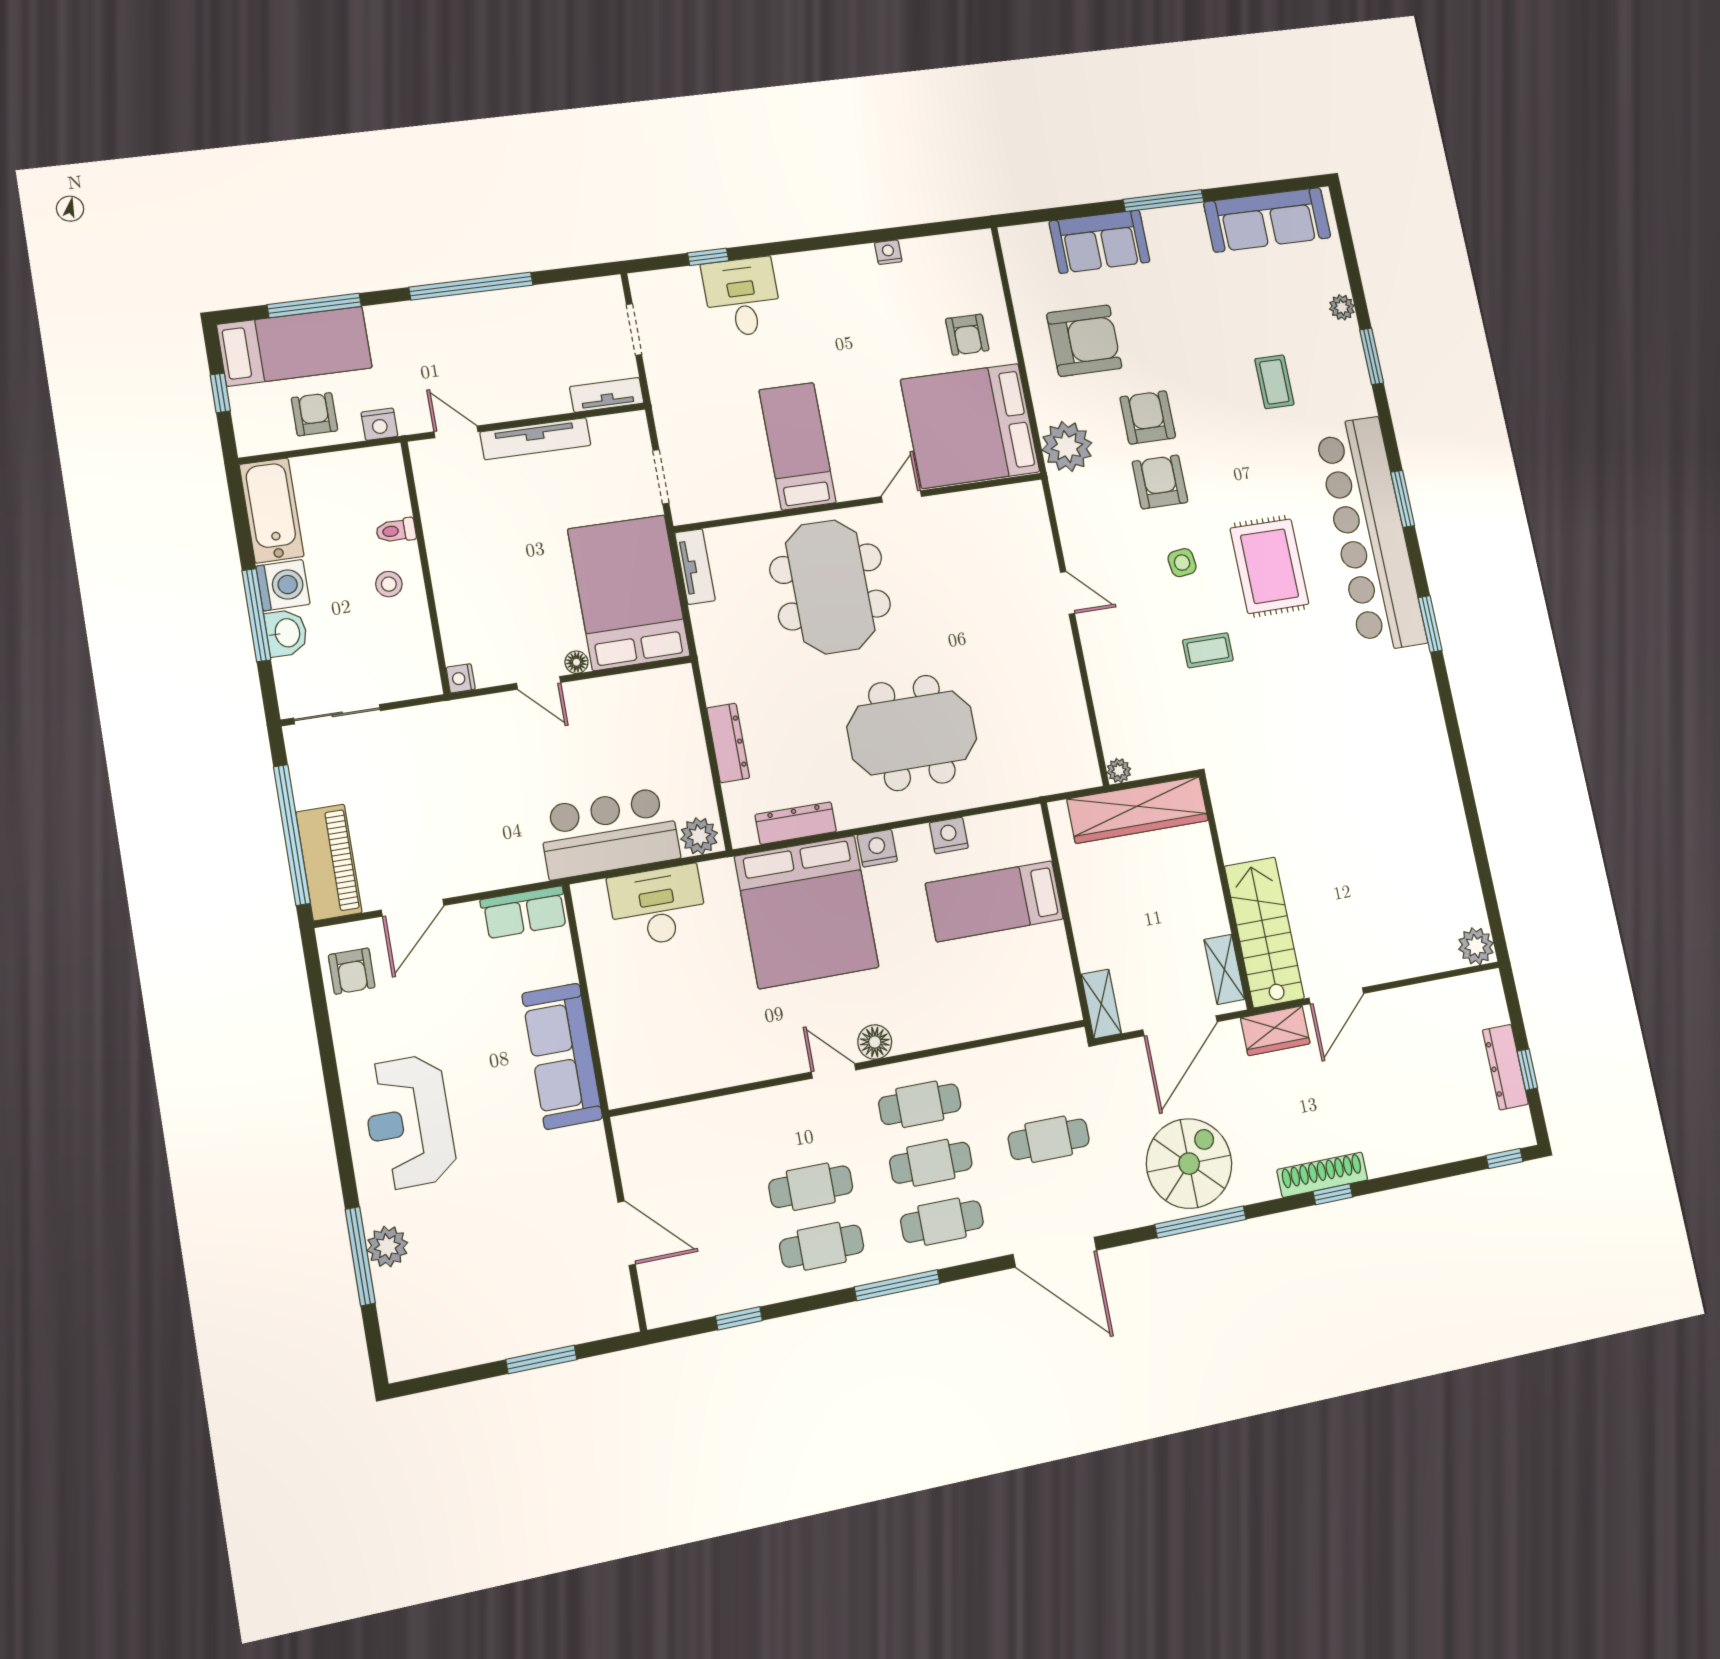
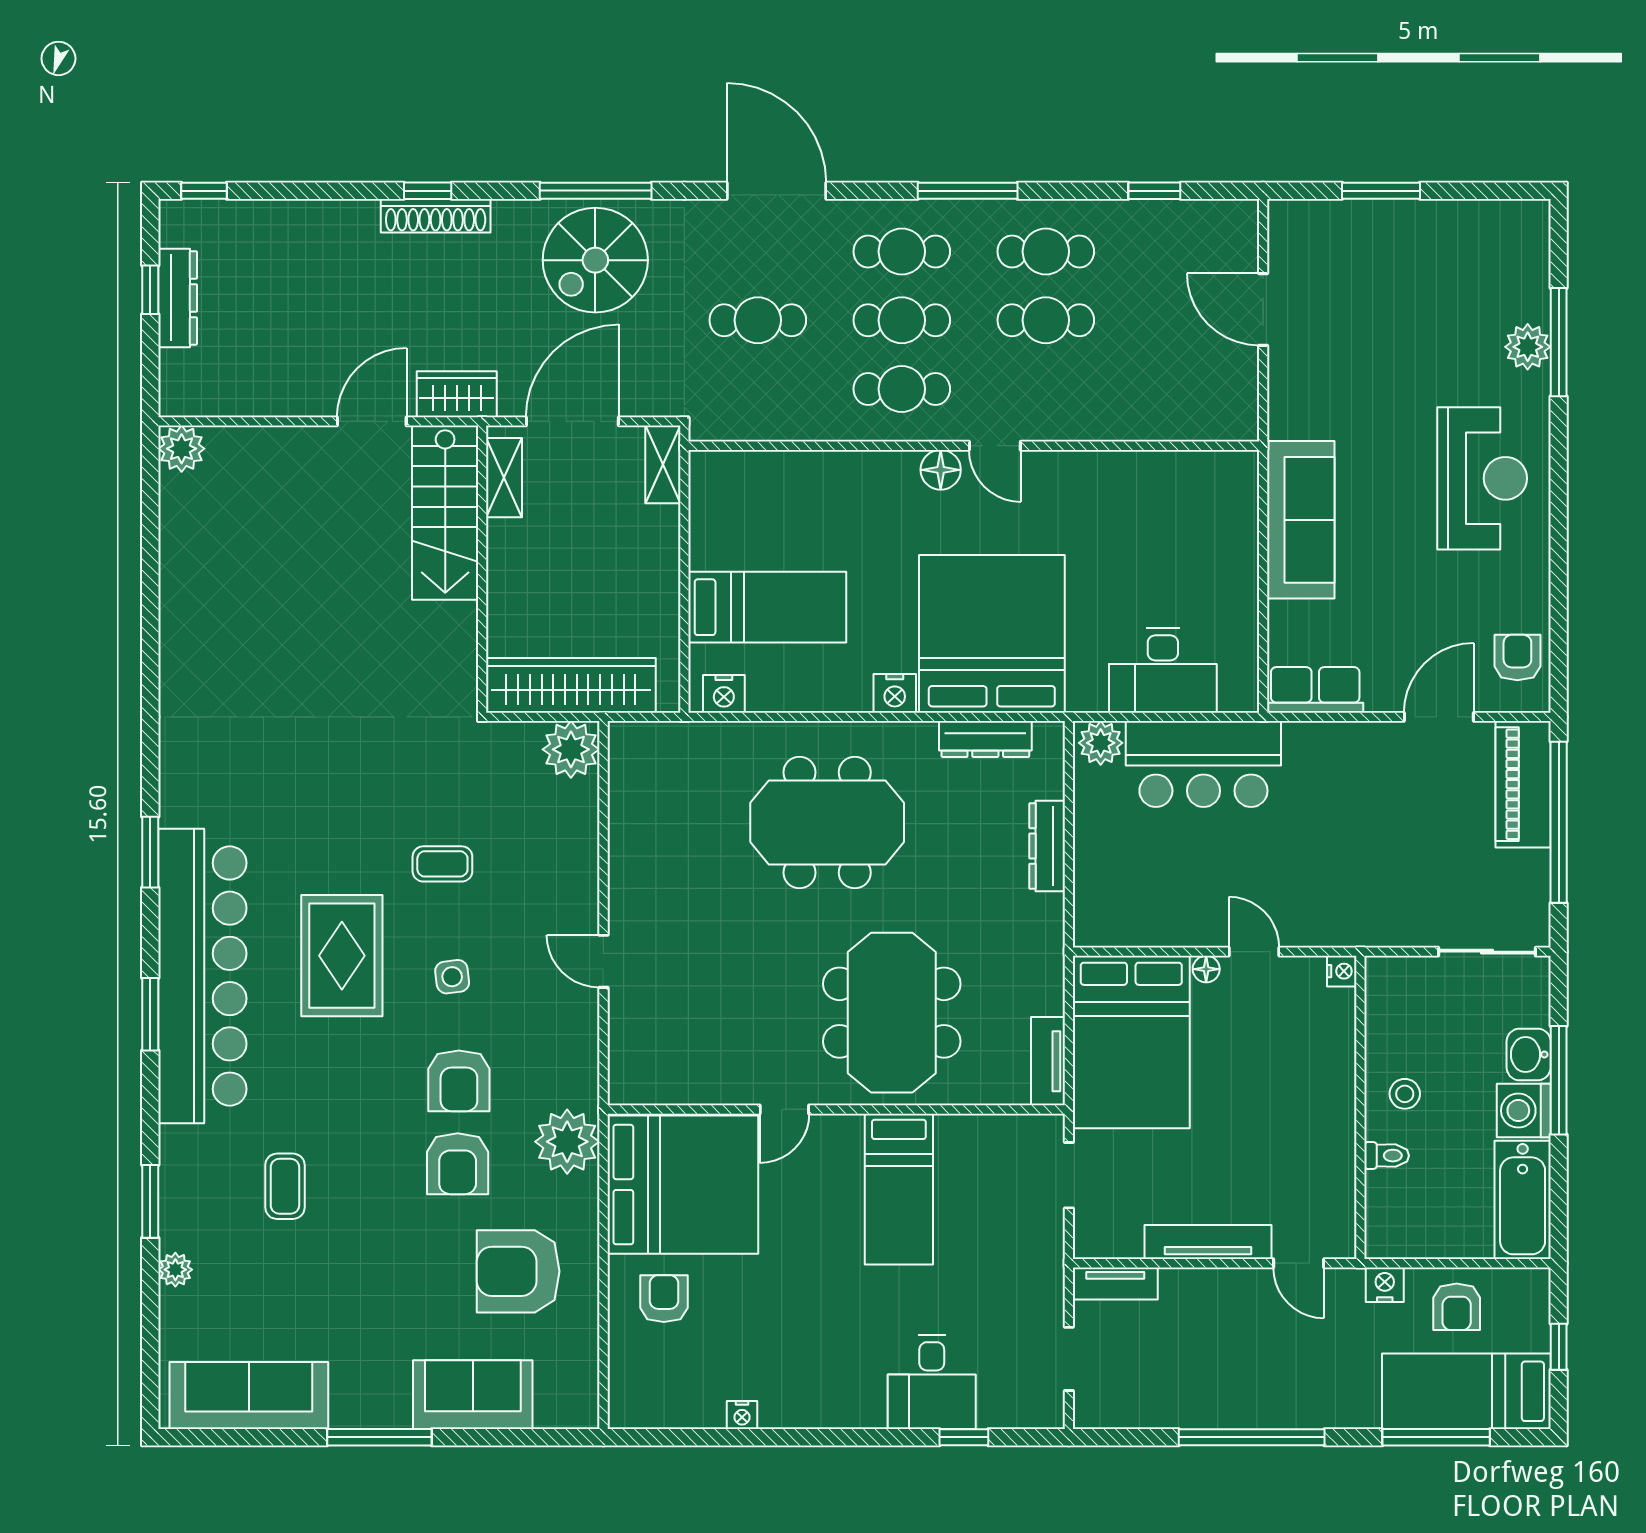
plant: (1119, 771) -> (571, 749), width x1.88, depth x1.88
nightstand: (949, 835) -> (724, 694), moved

